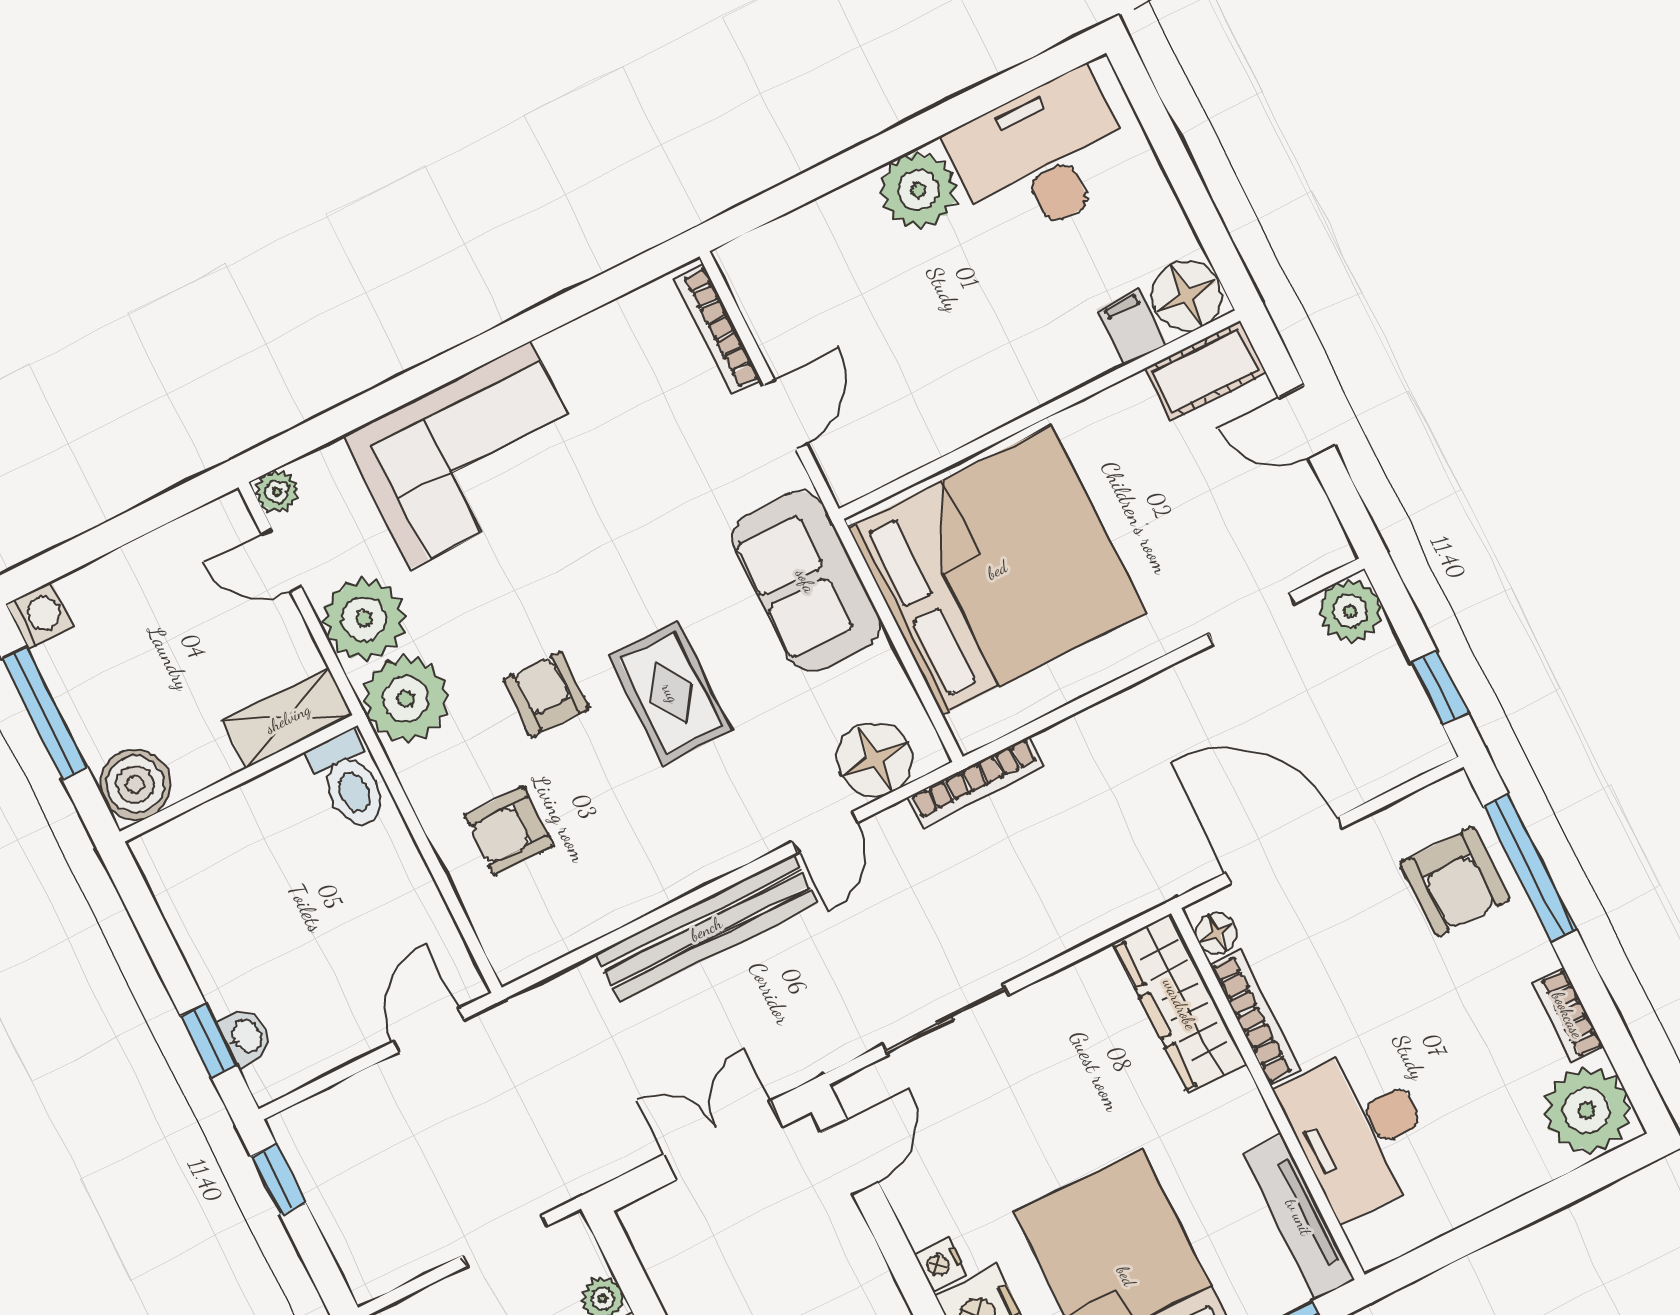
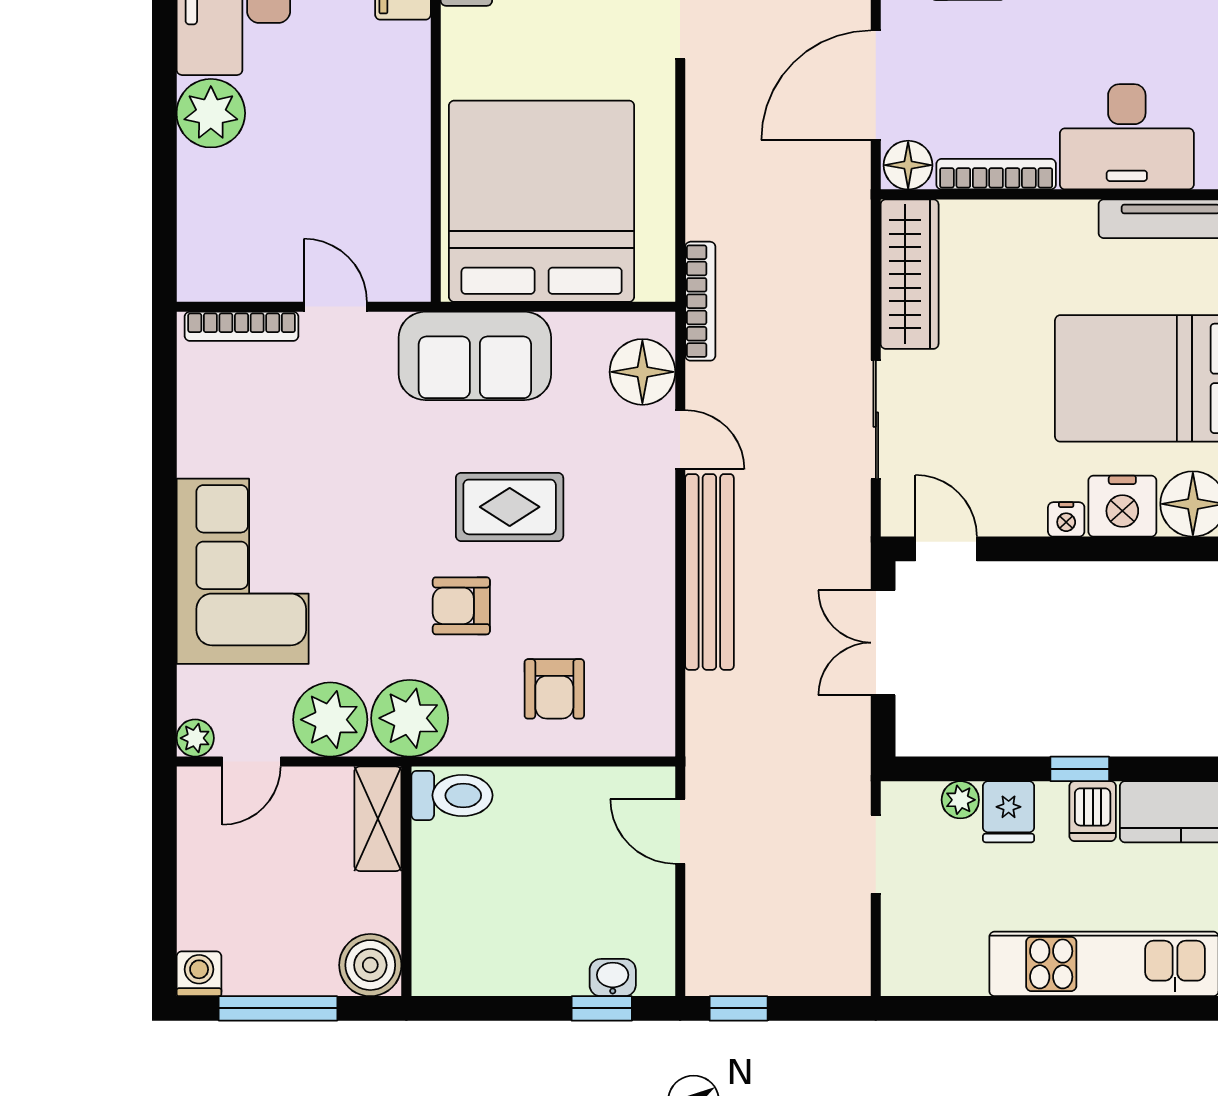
floor lamp: (1216, 933) -> (908, 165), width x1.37, depth x1.37
wardrobe: (1180, 1004) -> (910, 274), moved, turned -90

